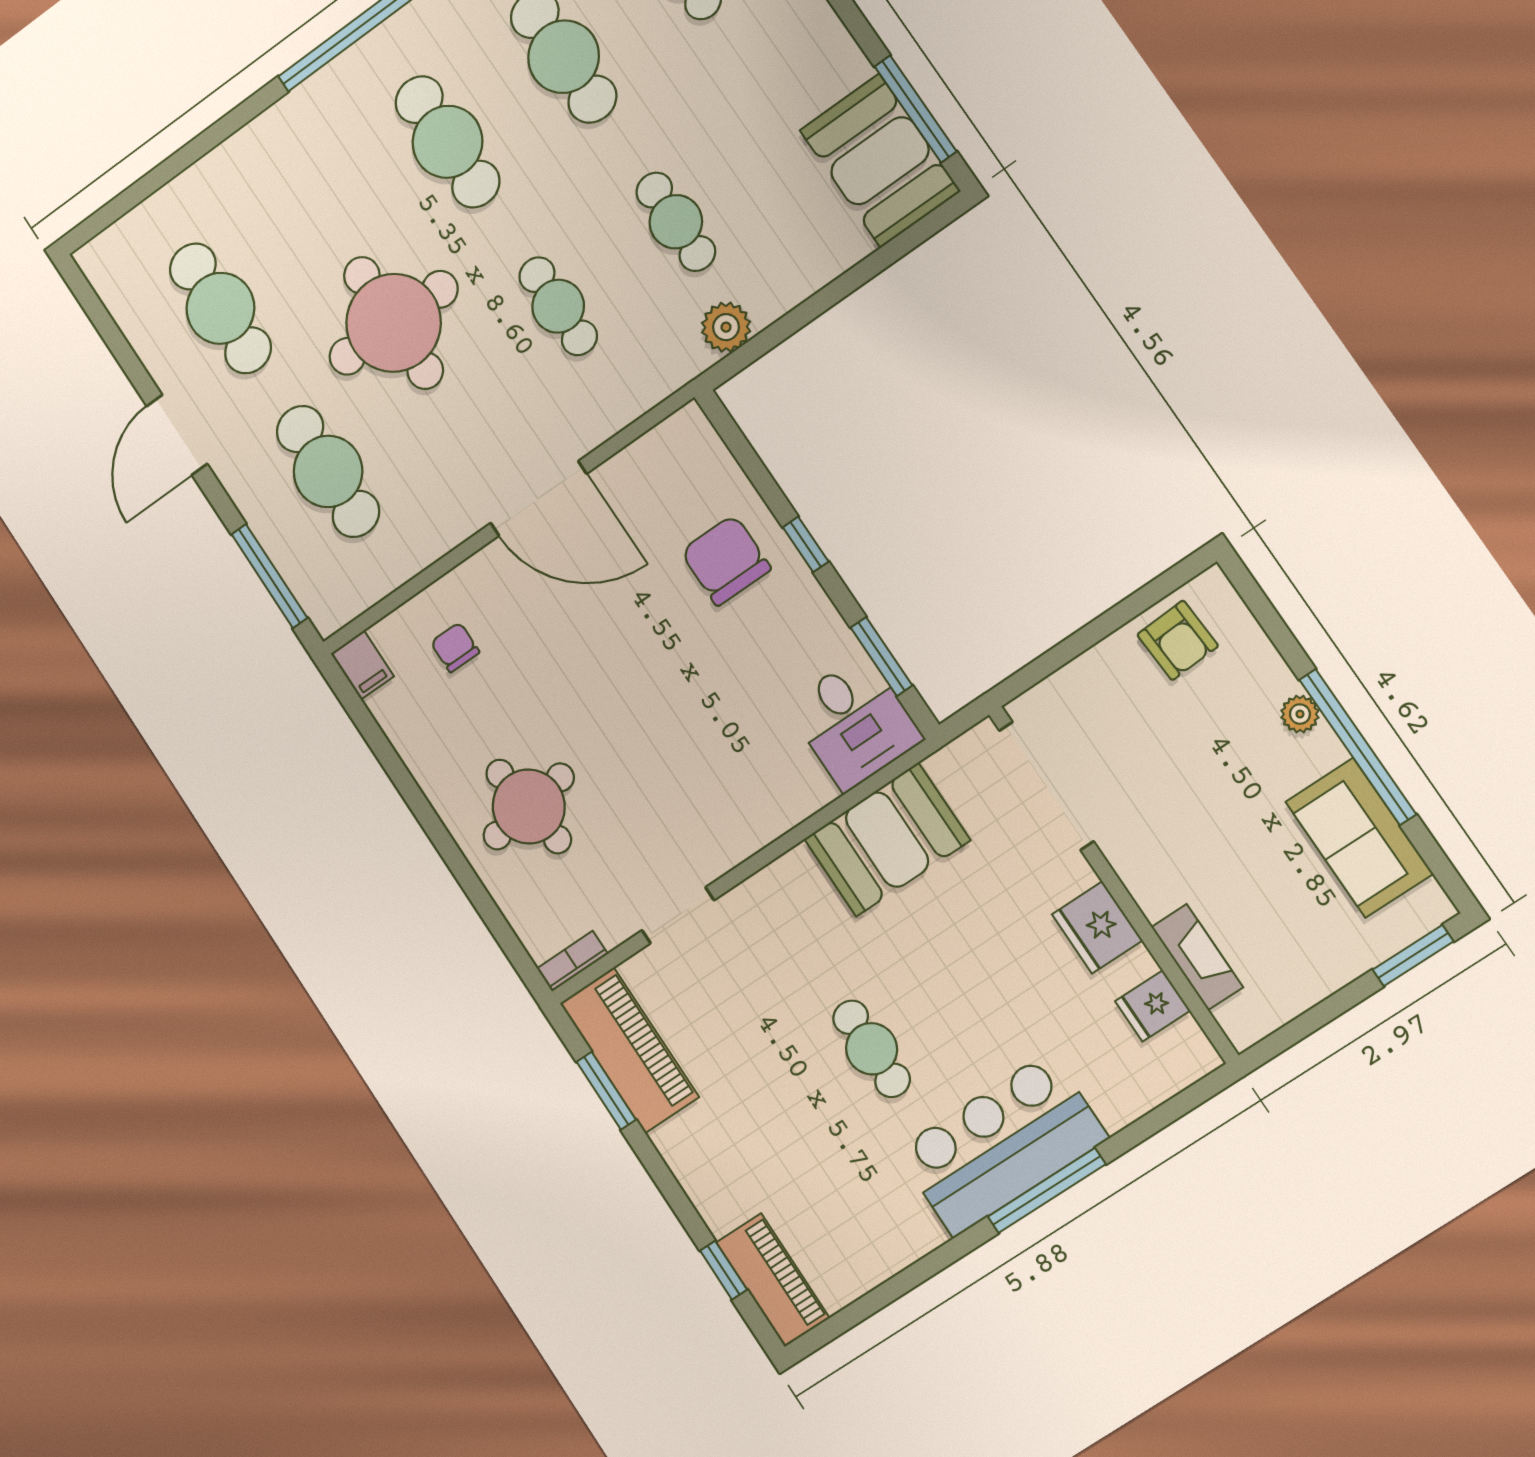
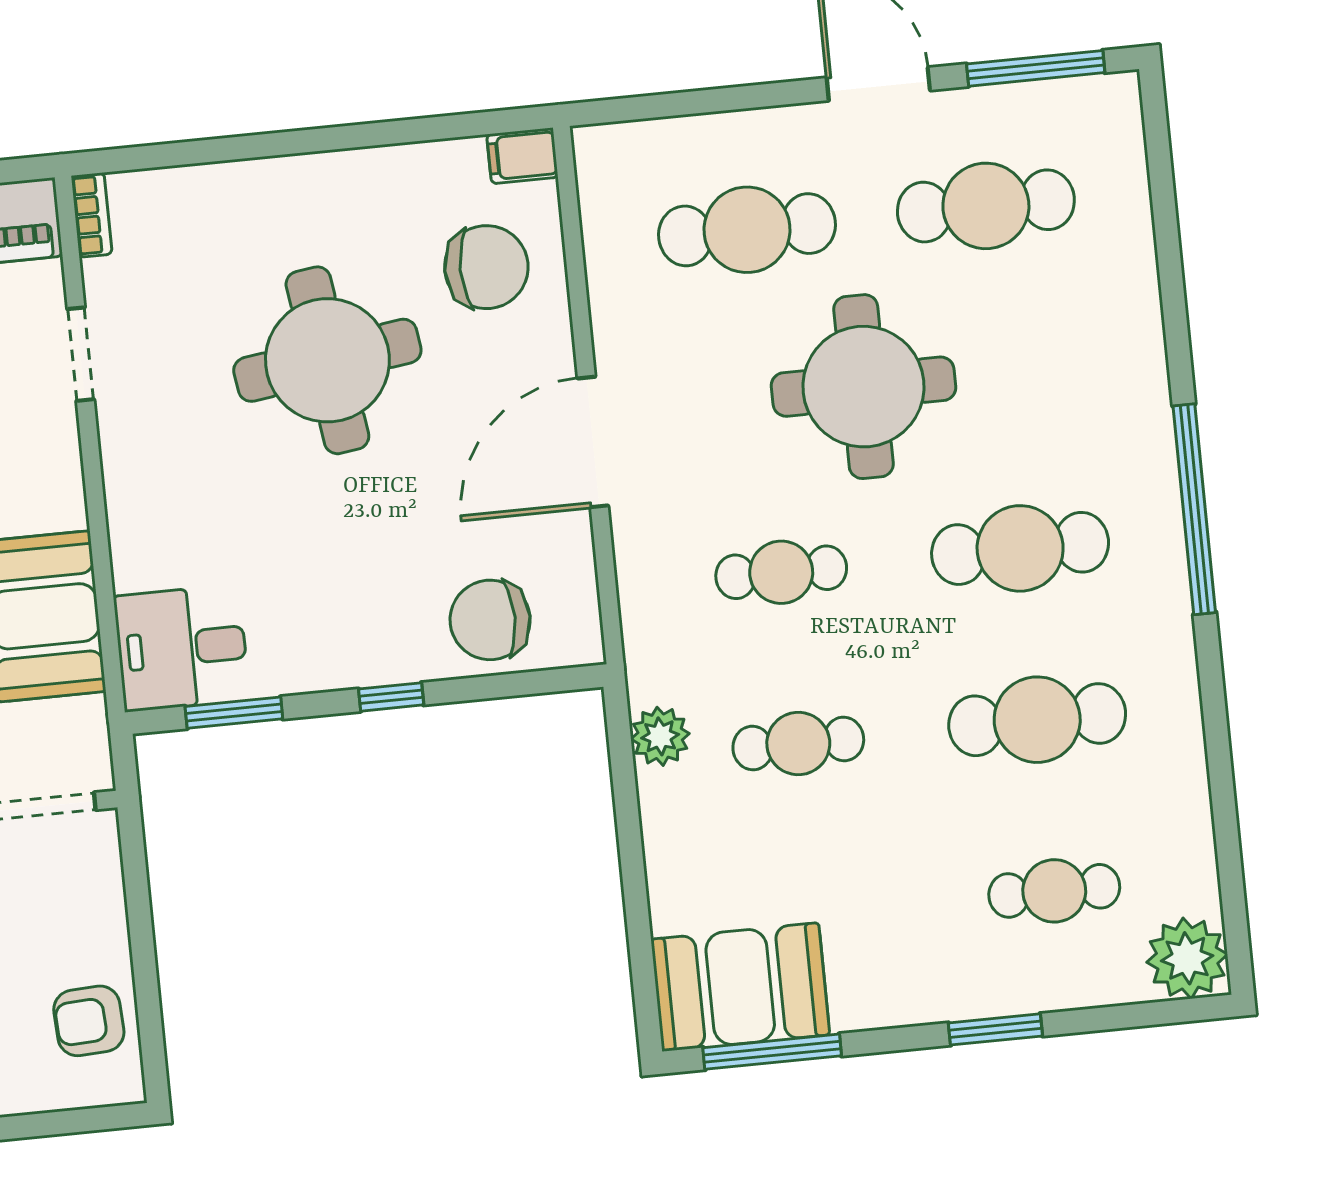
chair: (726, 560) -> (490, 620), moved, turned 180
window: (269, 576) -> (1036, 68), moved
chair: (455, 647) -> (486, 267), width x1.87, depth x1.87
round table: (529, 806) -> (327, 360), moved, width x1.36, depth x1.36

